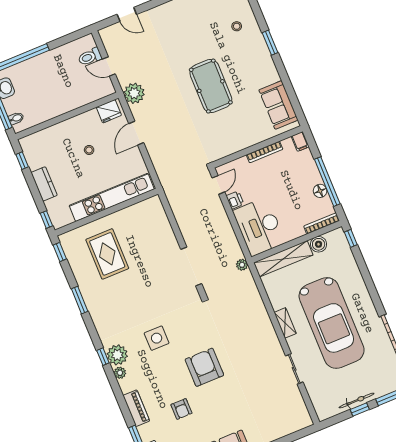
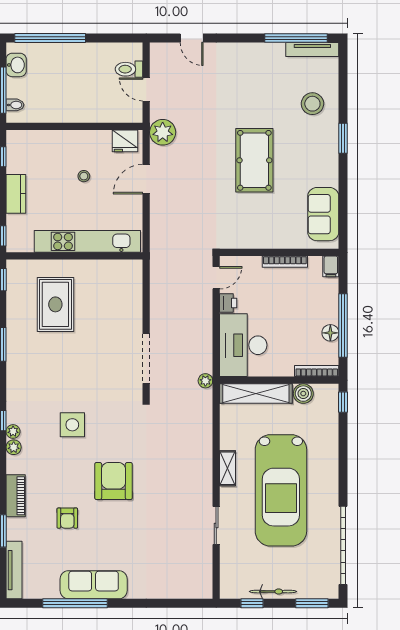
stool: (237, 26) -> (312, 104), width x1.89, depth x1.89
plant: (117, 355) -> (13, 431), width x0.53, depth x0.53
window: (360, 409) -> (252, 603), moved

